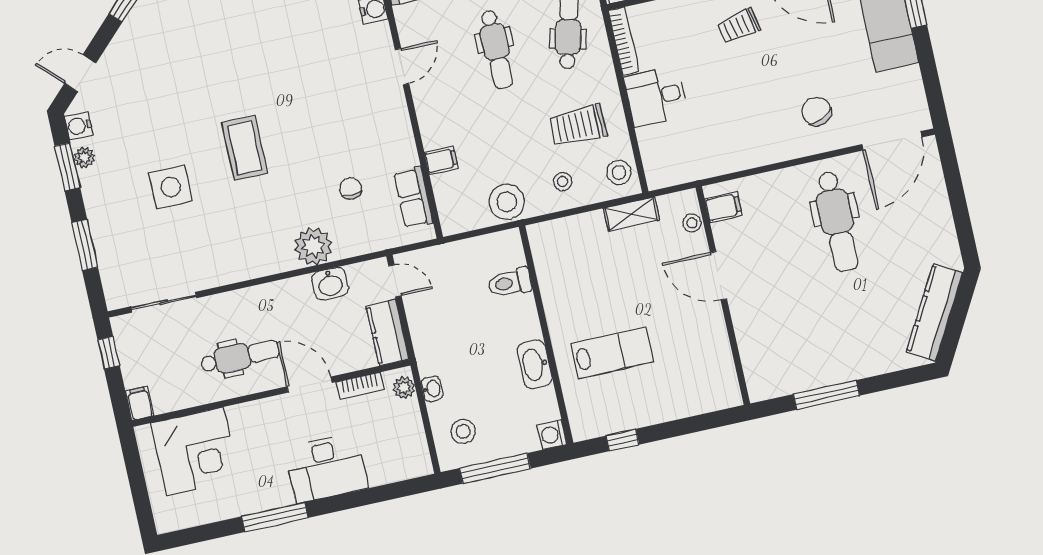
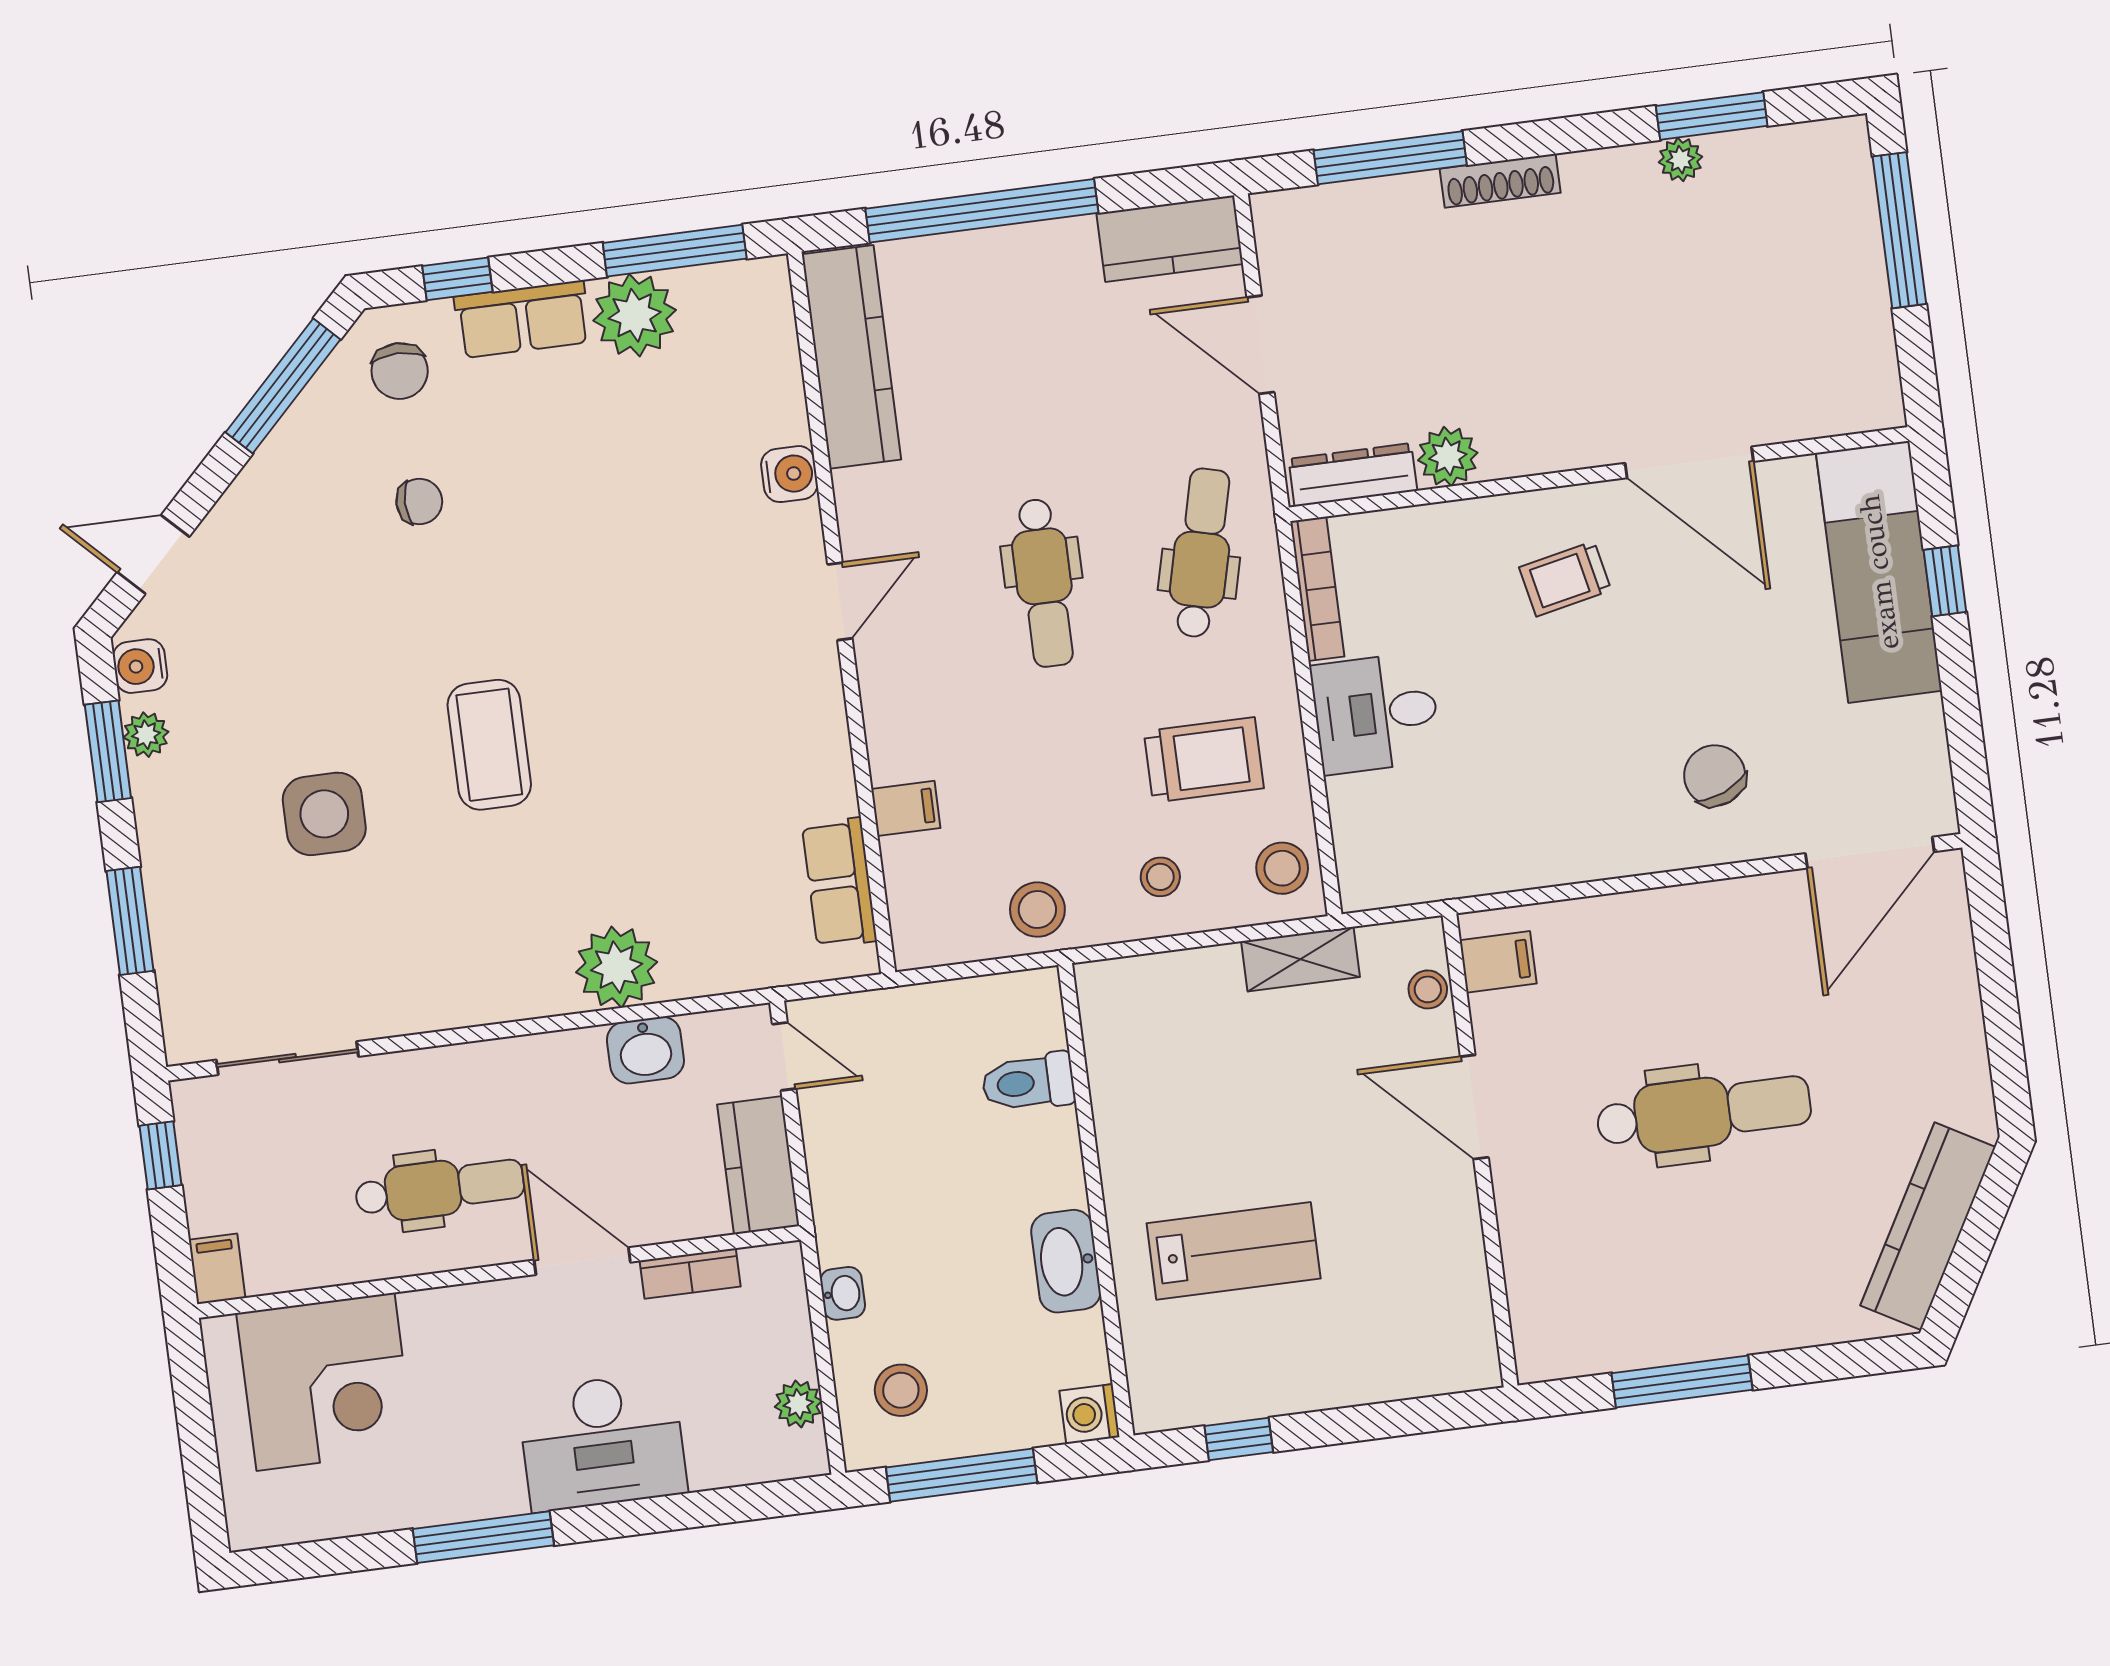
trolley: (578, 125) -> (1204, 760), turned 180
chair: (351, 189) -> (419, 502), moved, turned 90
stool: (507, 202) -> (1037, 910), width x0.73, depth x0.73
dental chair: (837, 222) -> (1704, 1112), moved, turned -90
plant: (404, 388) -> (798, 1404), moved

